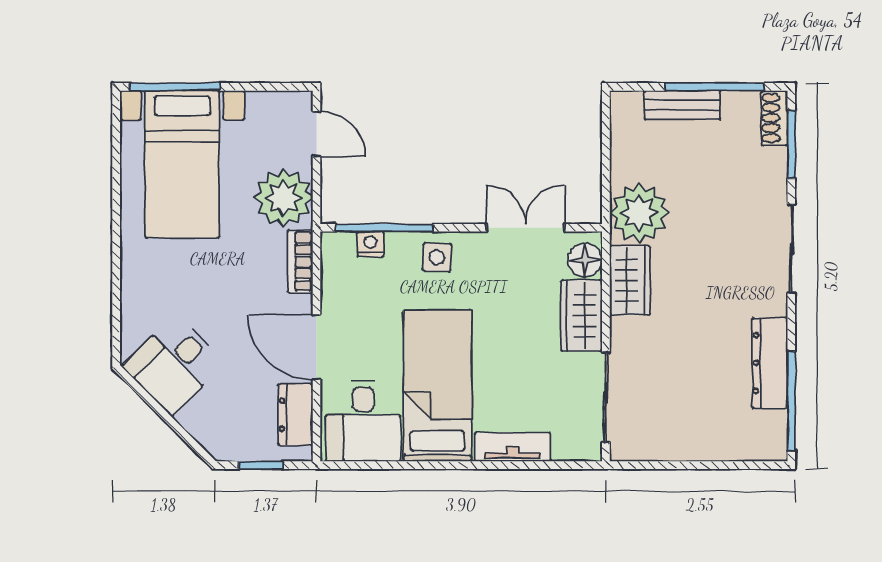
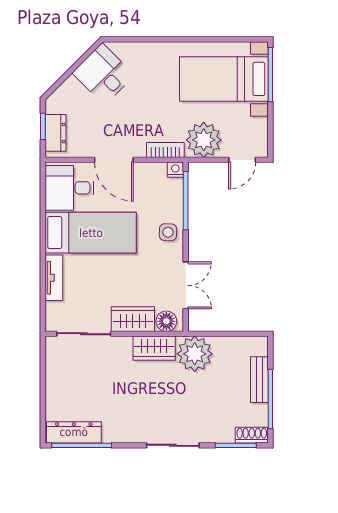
nightstand: (370, 244) -> (175, 170), moved, turned -90
door: (316, 347) -> (114, 160), swing flipped
dresser: (770, 363) -> (74, 432), moved
dresser: (295, 415) -> (56, 133), moved, turned 90

